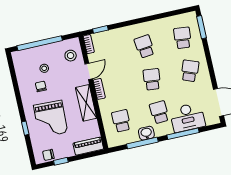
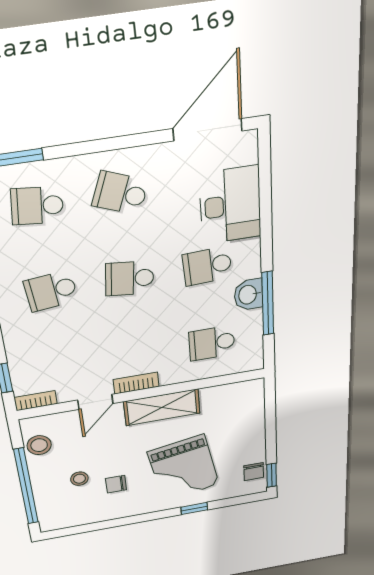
stool: (71, 56) -> (39, 445), moved
door: (89, 71) -> (95, 402), swing flipped
grand piano: (51, 119) -> (184, 468), turned 78
window: (183, 134) -> (266, 217), removed
piano: (88, 146) -> (252, 405), removed
window: (61, 161) -> (272, 475), moved

